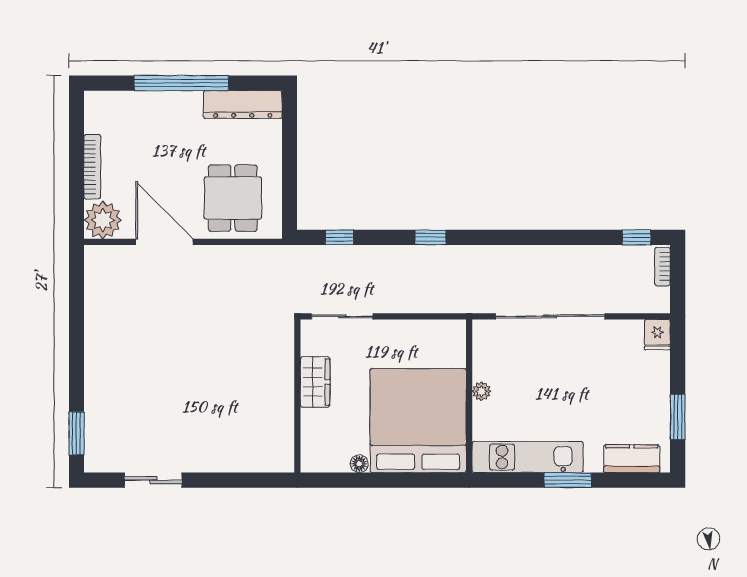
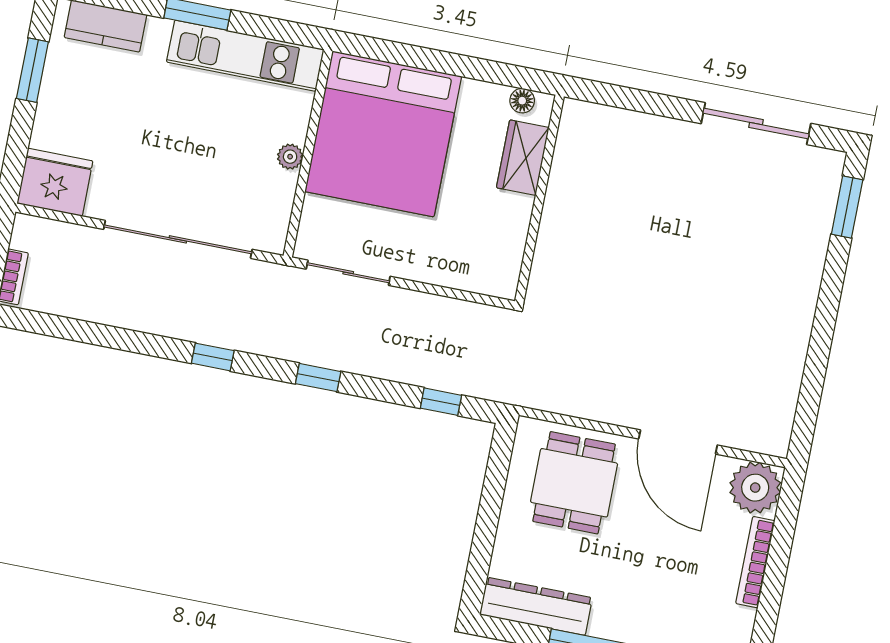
window: (636, 237) -> (213, 357), moved
sliding door: (342, 316) -> (348, 273), moved
fridge: (657, 335) -> (55, 182), width x1.88, depth x1.34
wardrobe: (315, 382) -> (523, 158), moved
floor lamp: (359, 464) -> (522, 101), moved
sliding door: (153, 480) -> (756, 124), width x1.37

